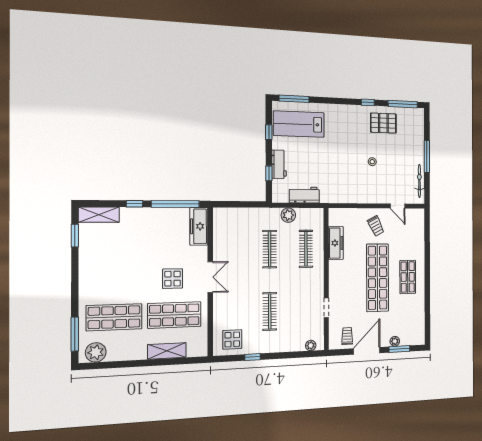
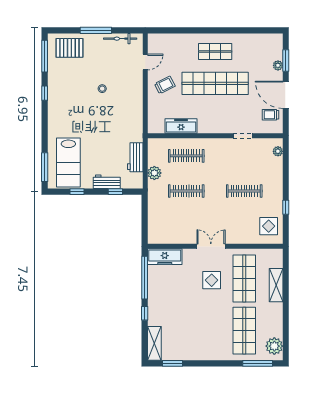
pallet: (383, 123) -> (69, 48), moved, turned 90

